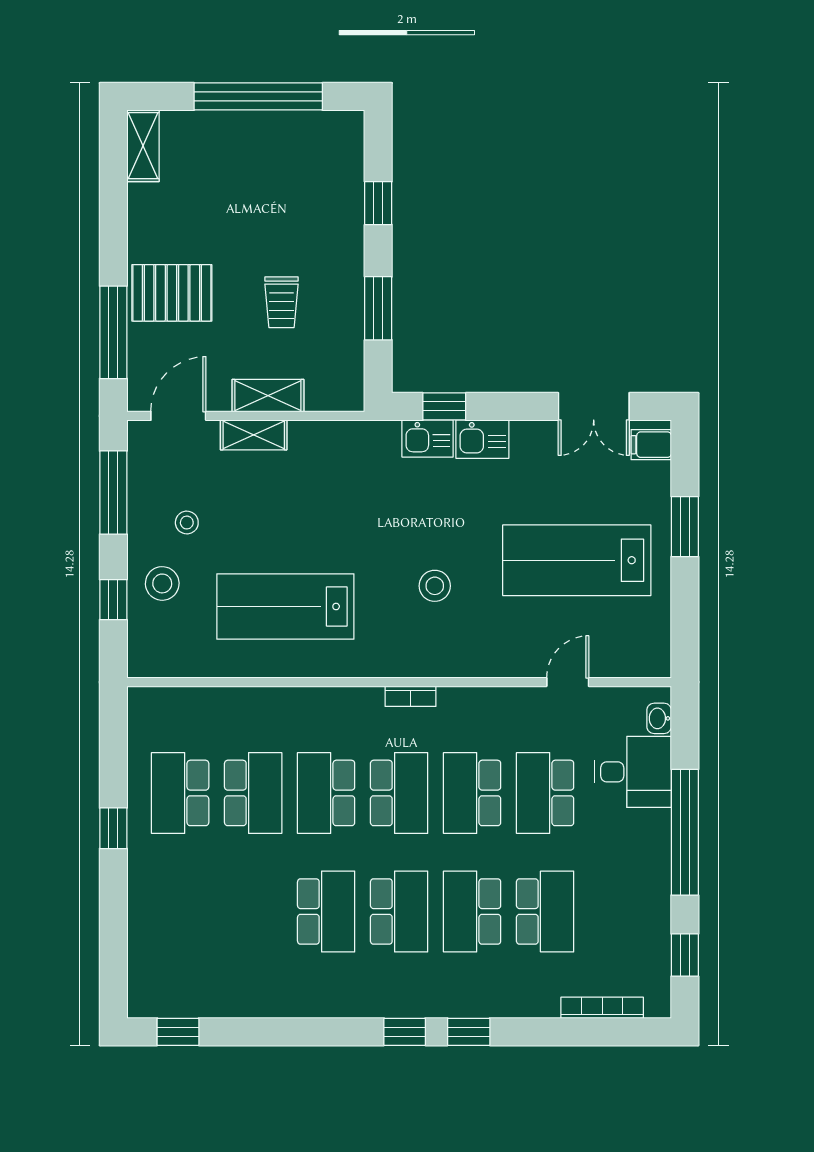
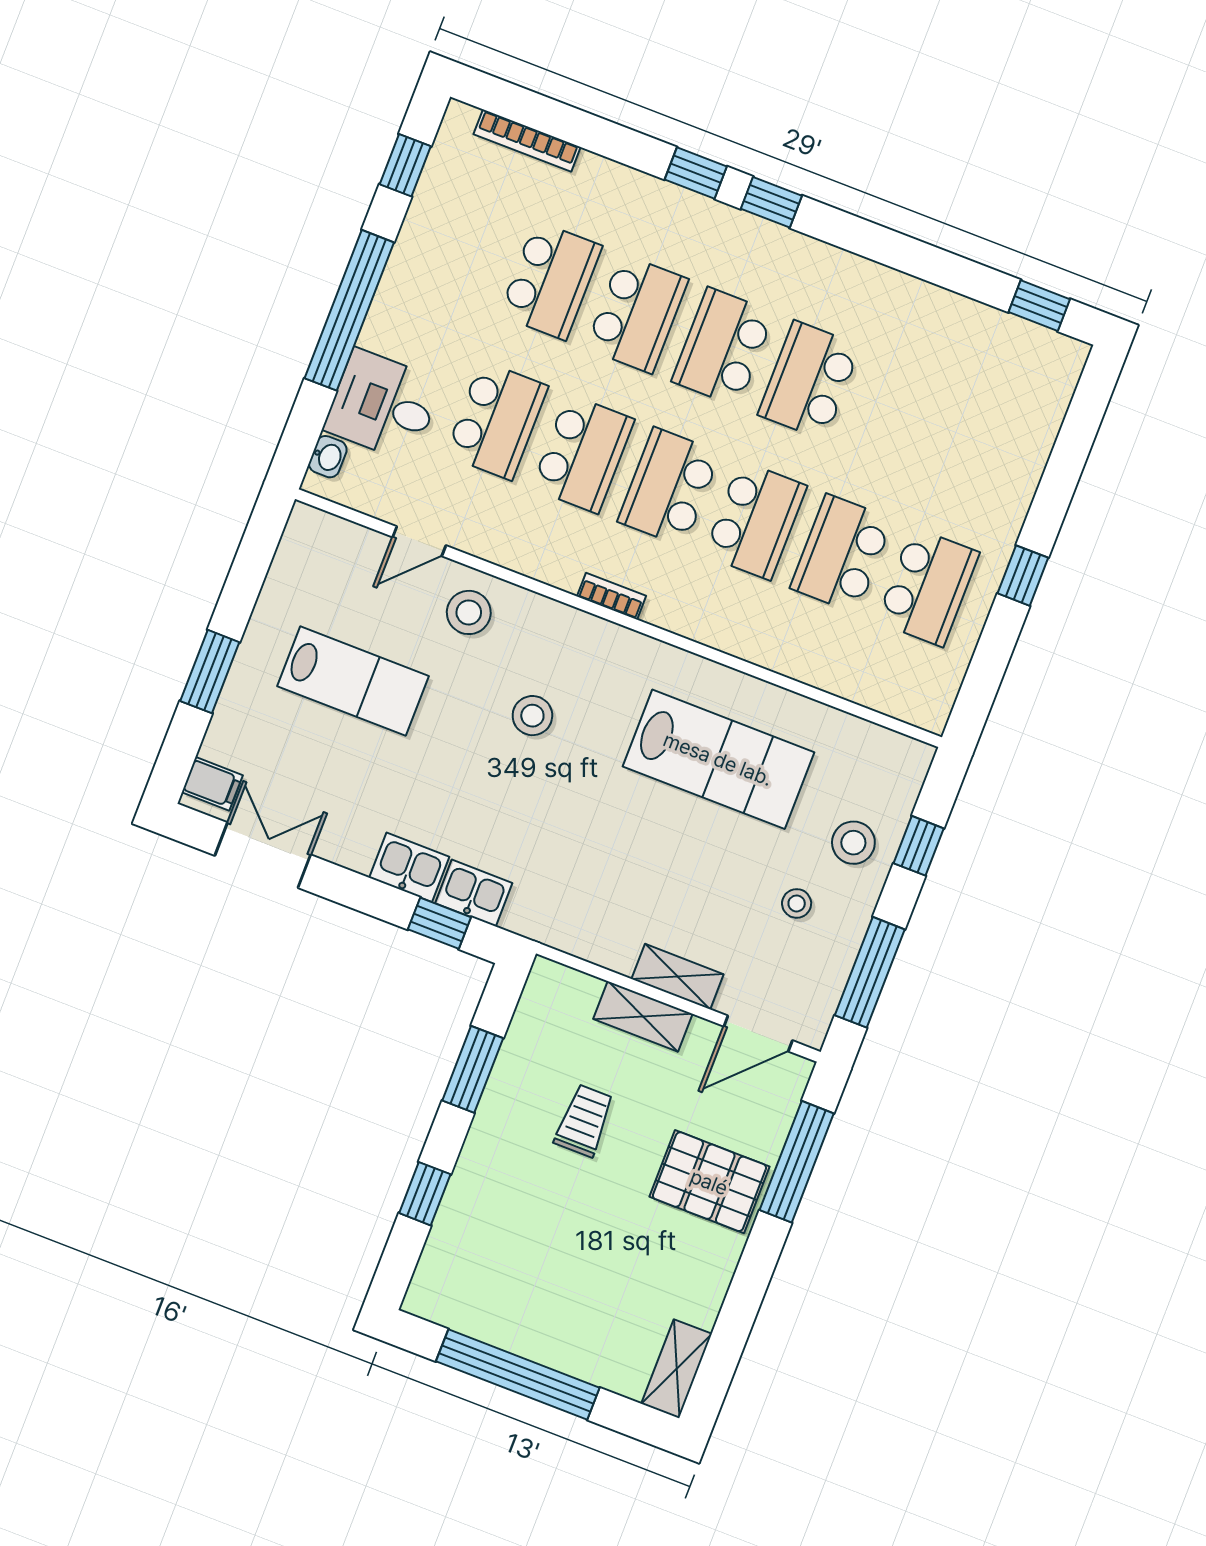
lab bench: (577, 560) -> (353, 681), width x0.73, depth x0.72
stool: (511, 644) -> (469, 612), added
school desk: (545, 911) -> (551, 280), turned 180

